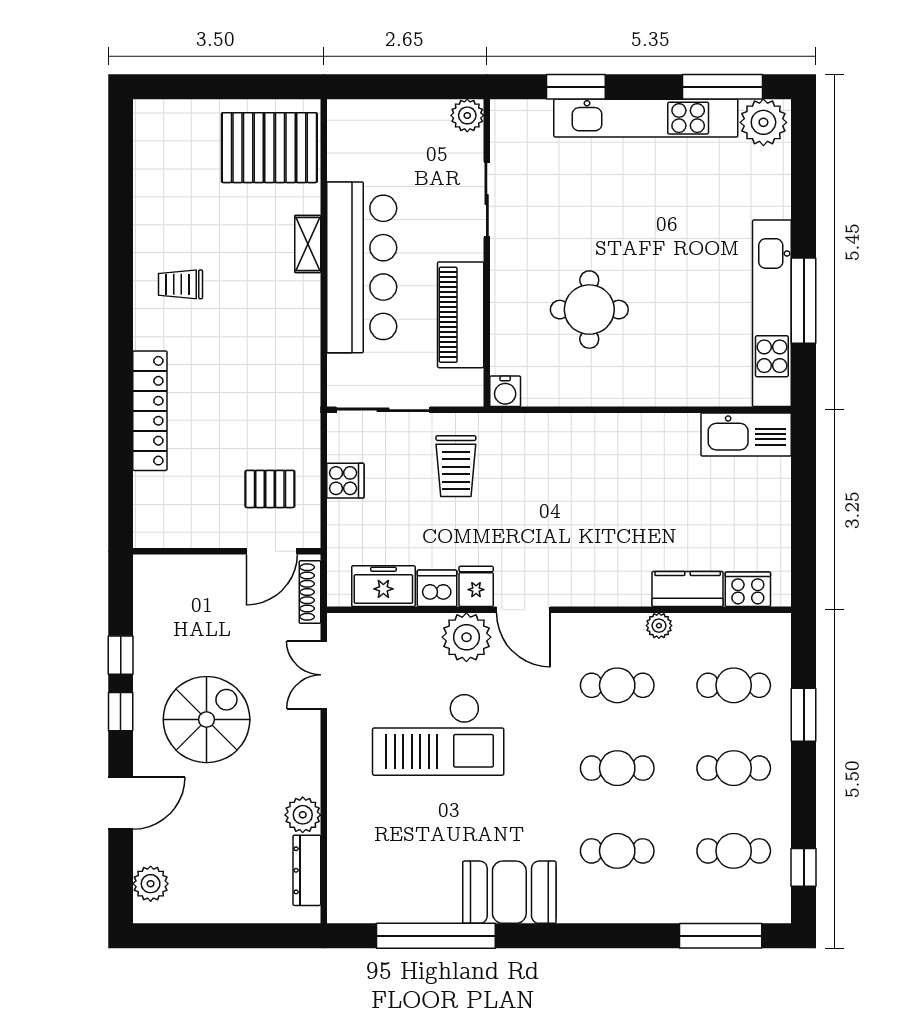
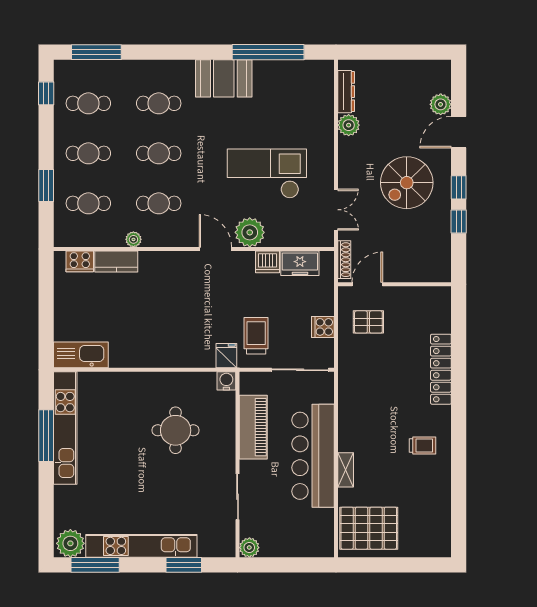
fridge: (476, 586) -> (226, 356), moved, turned 180
plant: (151, 884) -> (441, 104), moved

